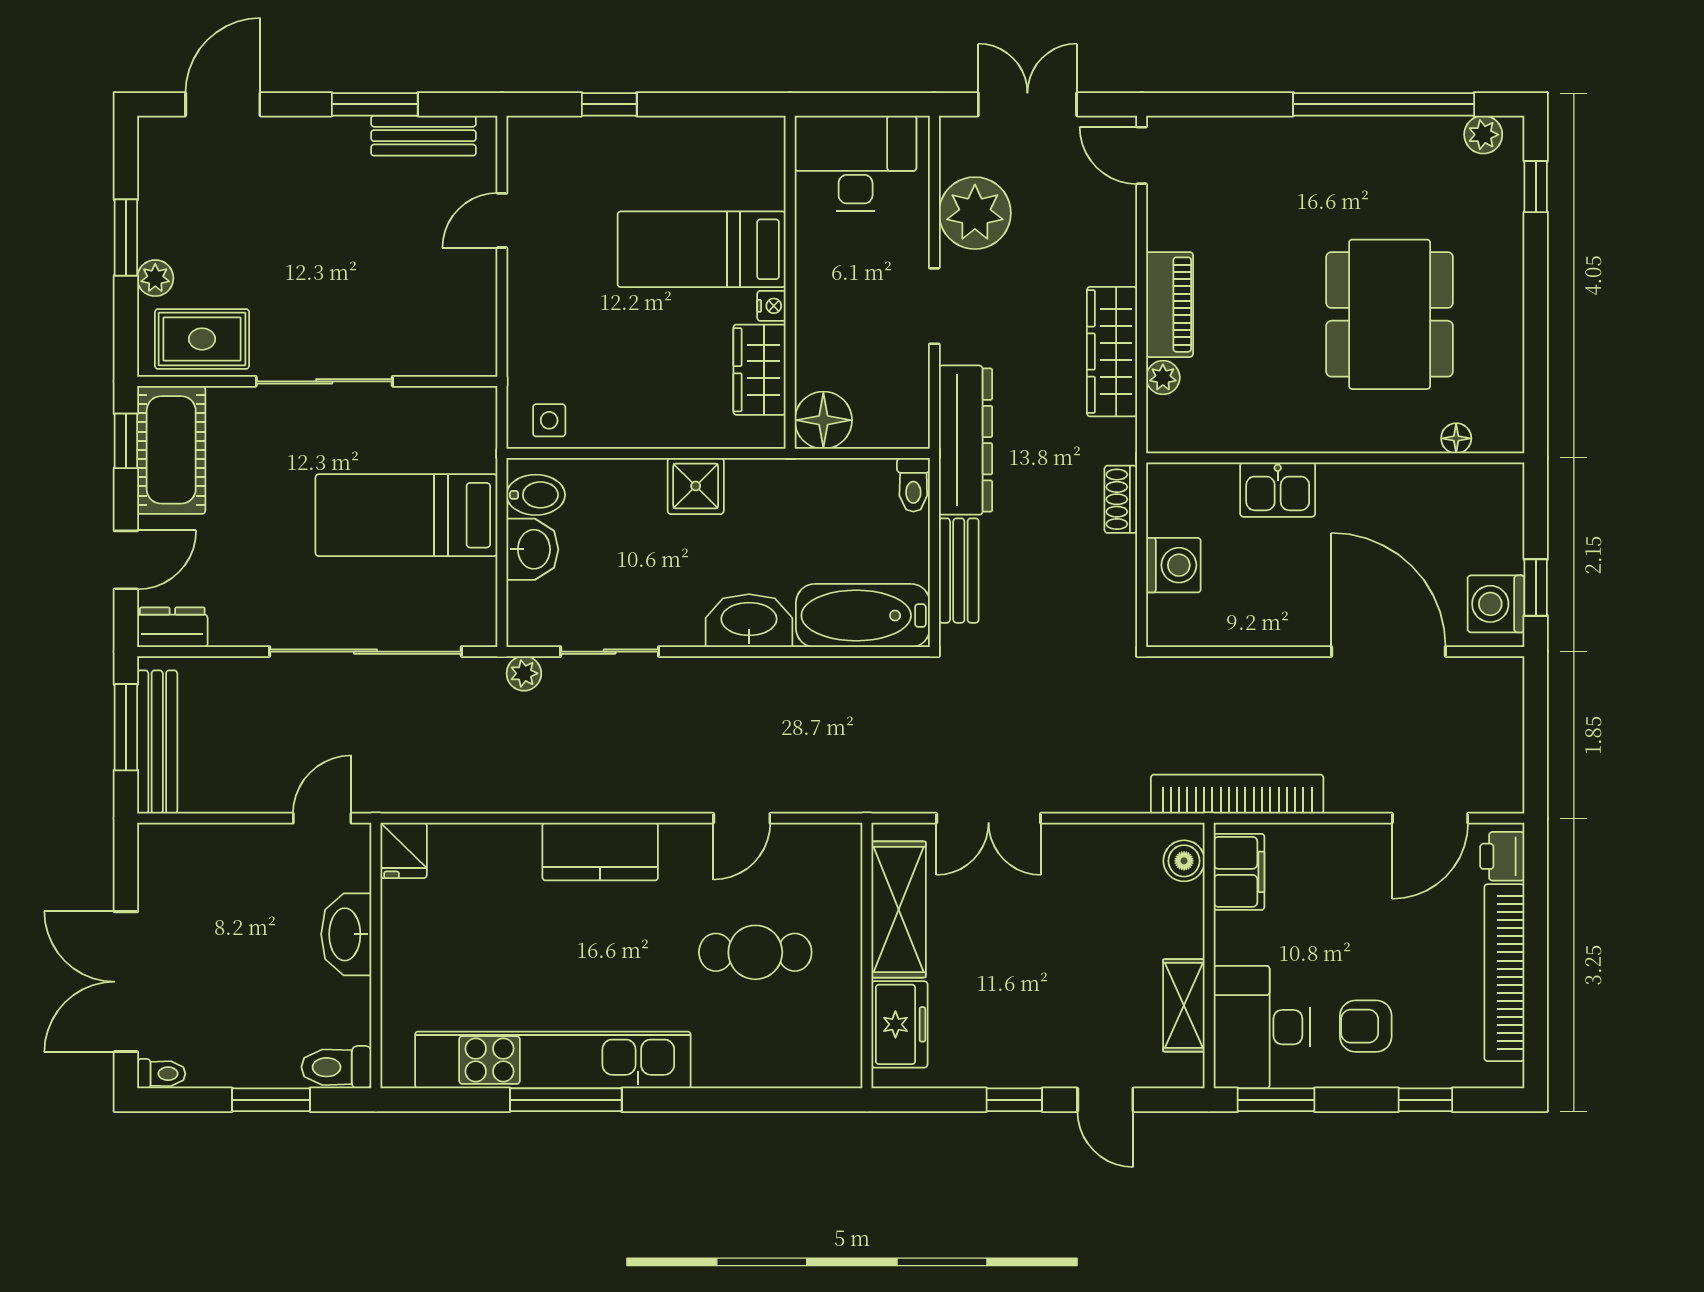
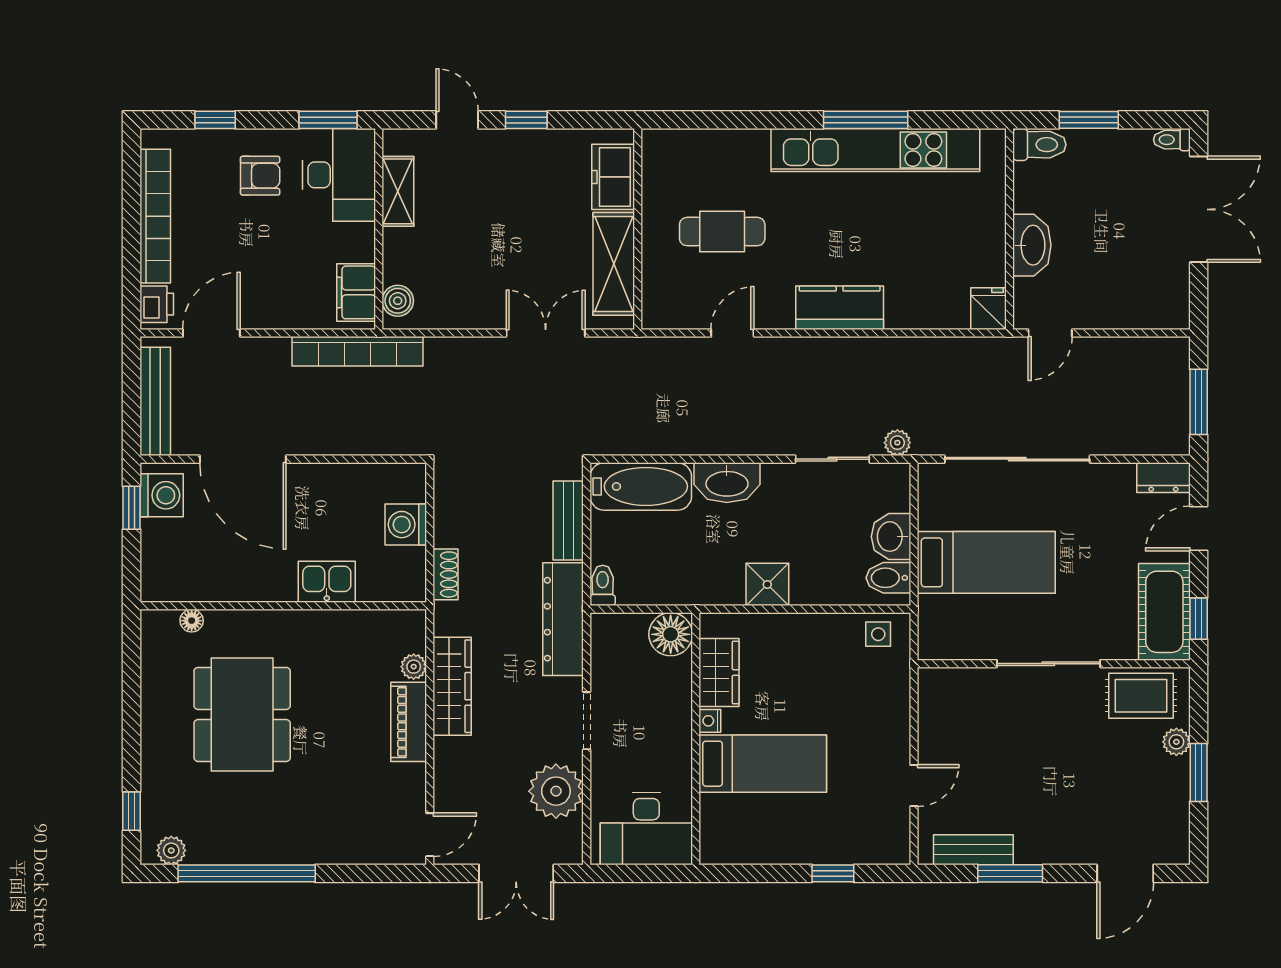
door: (1142, 155) -> (430, 835), hinge flipped
bench: (157, 742) -> (155, 401), moved

